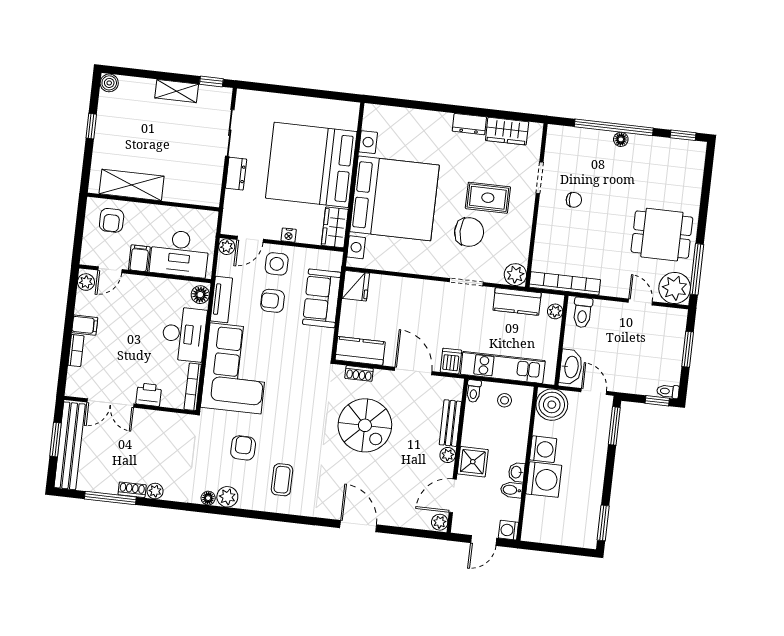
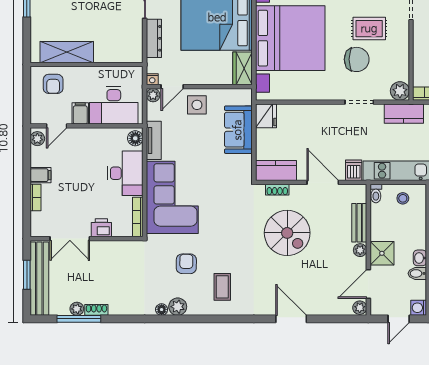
dresser: (236, 174) -> (154, 38), width x1.44
nightstand: (289, 235) -> (152, 79), moved
armchair: (273, 301) -> (197, 137), removed
plant: (155, 491) -> (77, 309), moved

